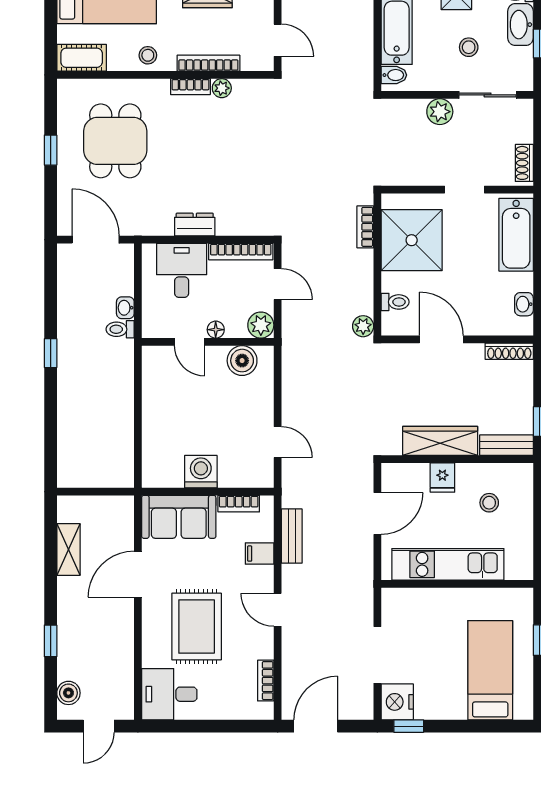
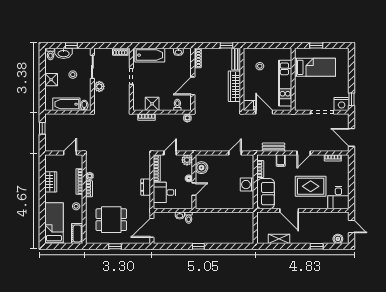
shower: (412, 240) -> (152, 104), width x0.54, depth x0.54
fridge: (442, 478) -> (249, 105), moved
bed: (490, 670) -> (315, 67), moved, turned 180

